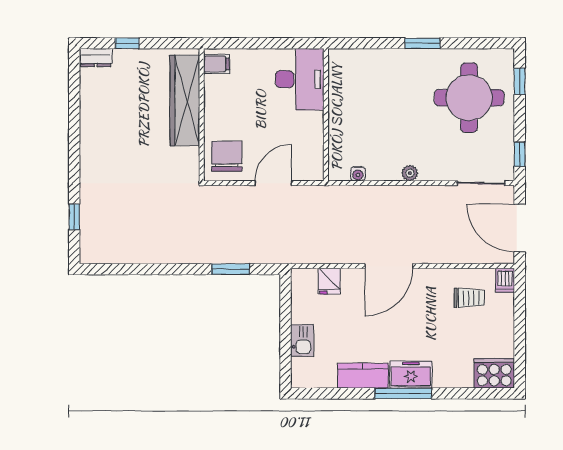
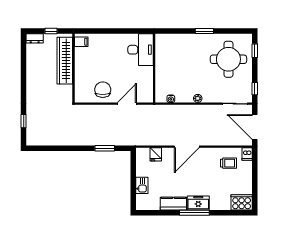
filing cabinet: (216, 64) -> (81, 42), moved
wardrobe: (185, 100) -> (65, 61), moved
wall: (202, 115) -> (74, 68), moved

